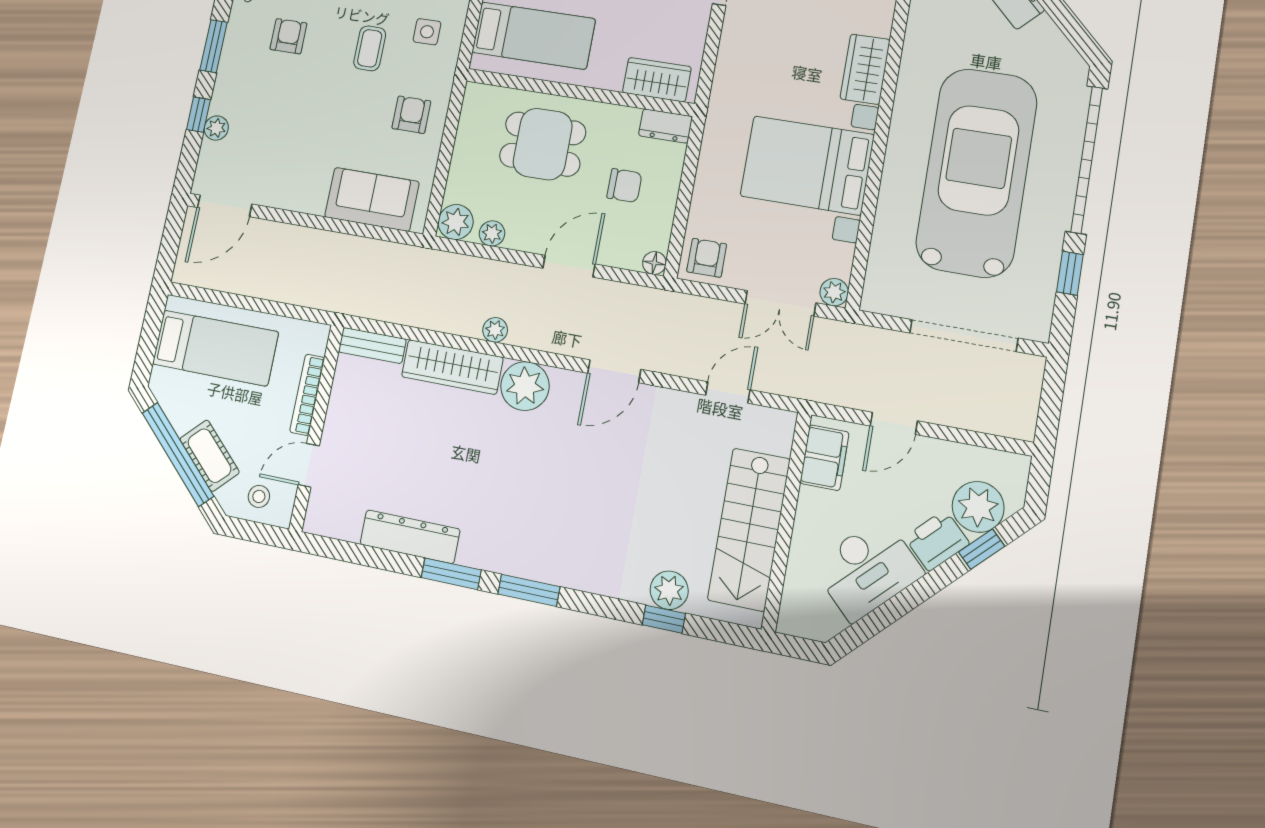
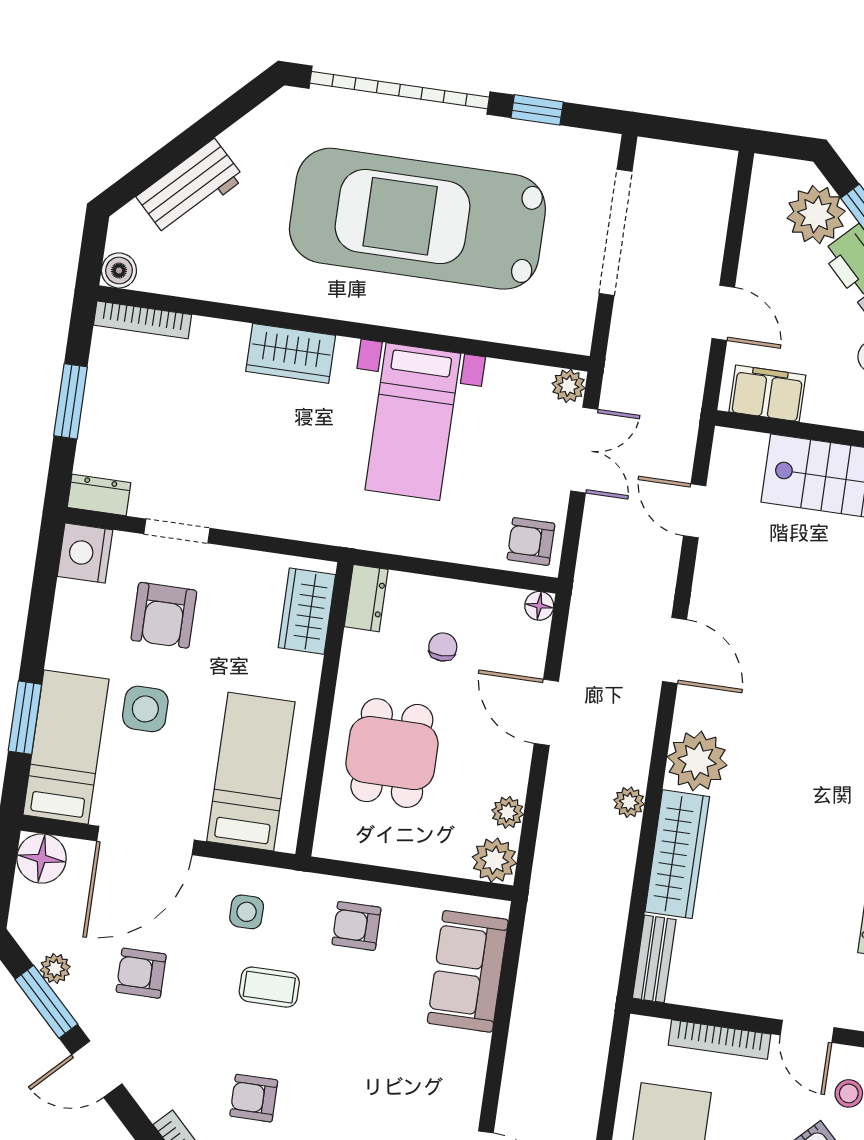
bed with nightstands: (807, 165) -> (413, 422), width x0.73
chair: (624, 185) -> (443, 647), width x0.73, depth x0.73

